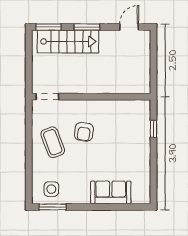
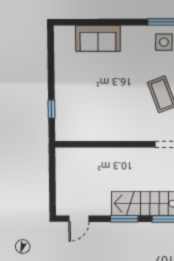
armchair: (84, 132) -> (128, 106), removed

